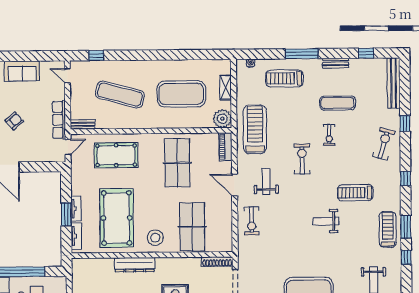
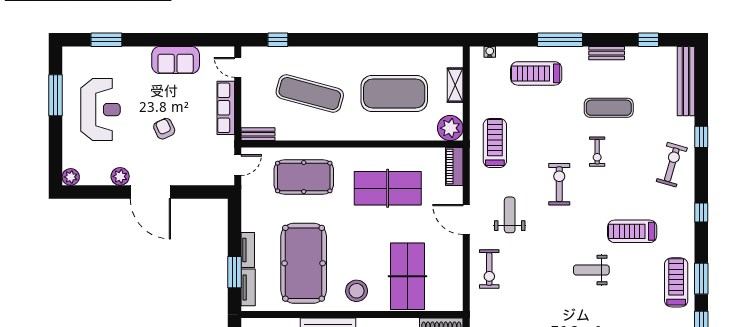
row of seats: (59, 120) -> (226, 108), moved
armchair: (14, 121) -> (164, 129), turned -74
treadmill: (255, 129) -> (495, 143), width x0.73, depth x0.73
table tennis table: (177, 163) -> (388, 188), turned 90
window: (66, 214) -> (234, 272), moved

